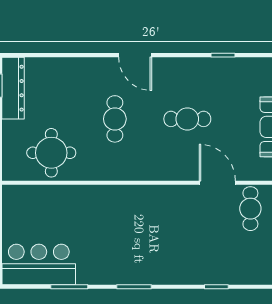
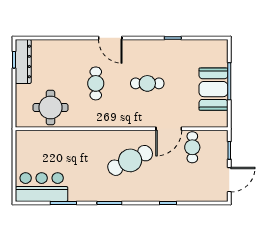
door: (217, 183) -> (169, 129), swing flipped
cafe table: (163, 227) -> (130, 160), added

